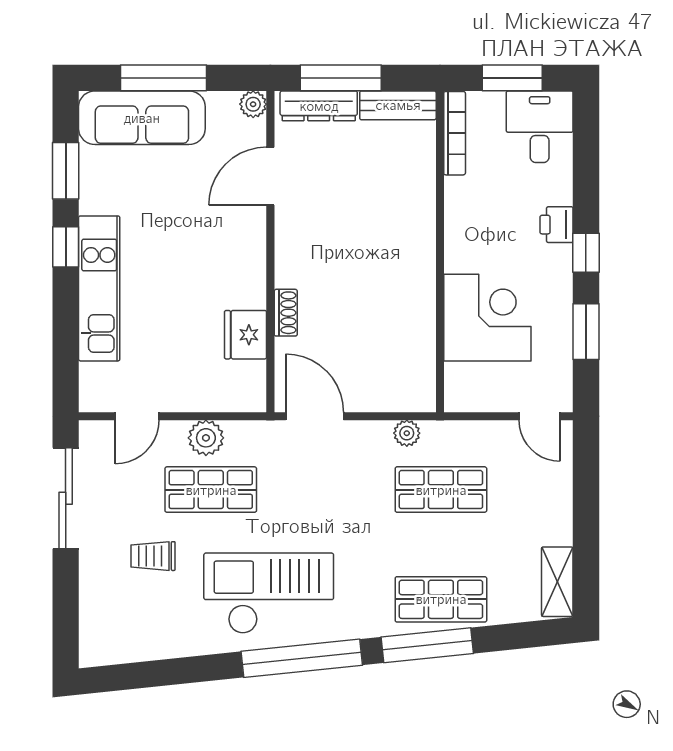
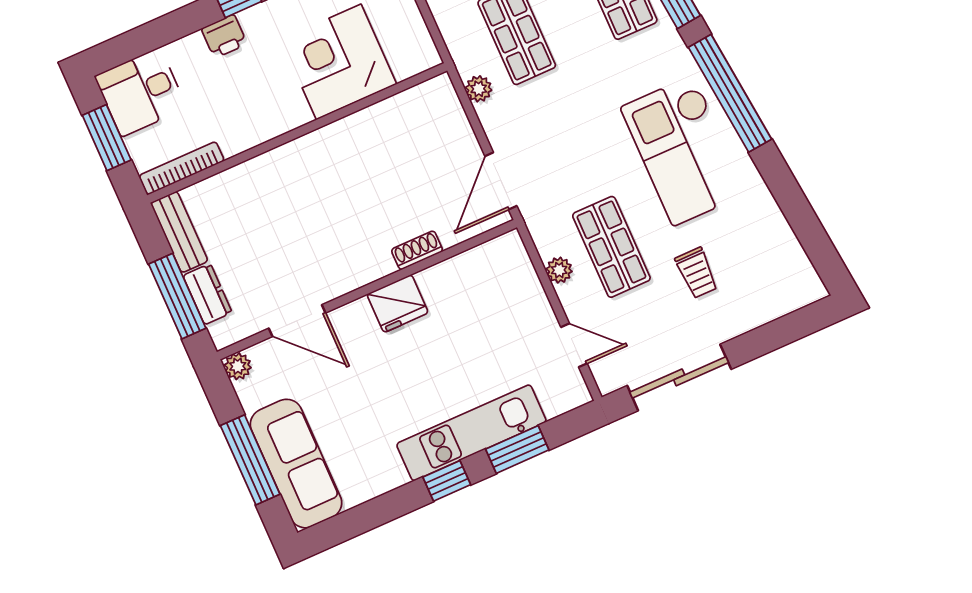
dresser: (319, 106) -> (207, 294), width x0.70
window: (66, 171) -> (517, 450), moved
fridge: (246, 335) -> (398, 304), moved
plant: (206, 438) -> (559, 270), width x0.73, depth x0.73

